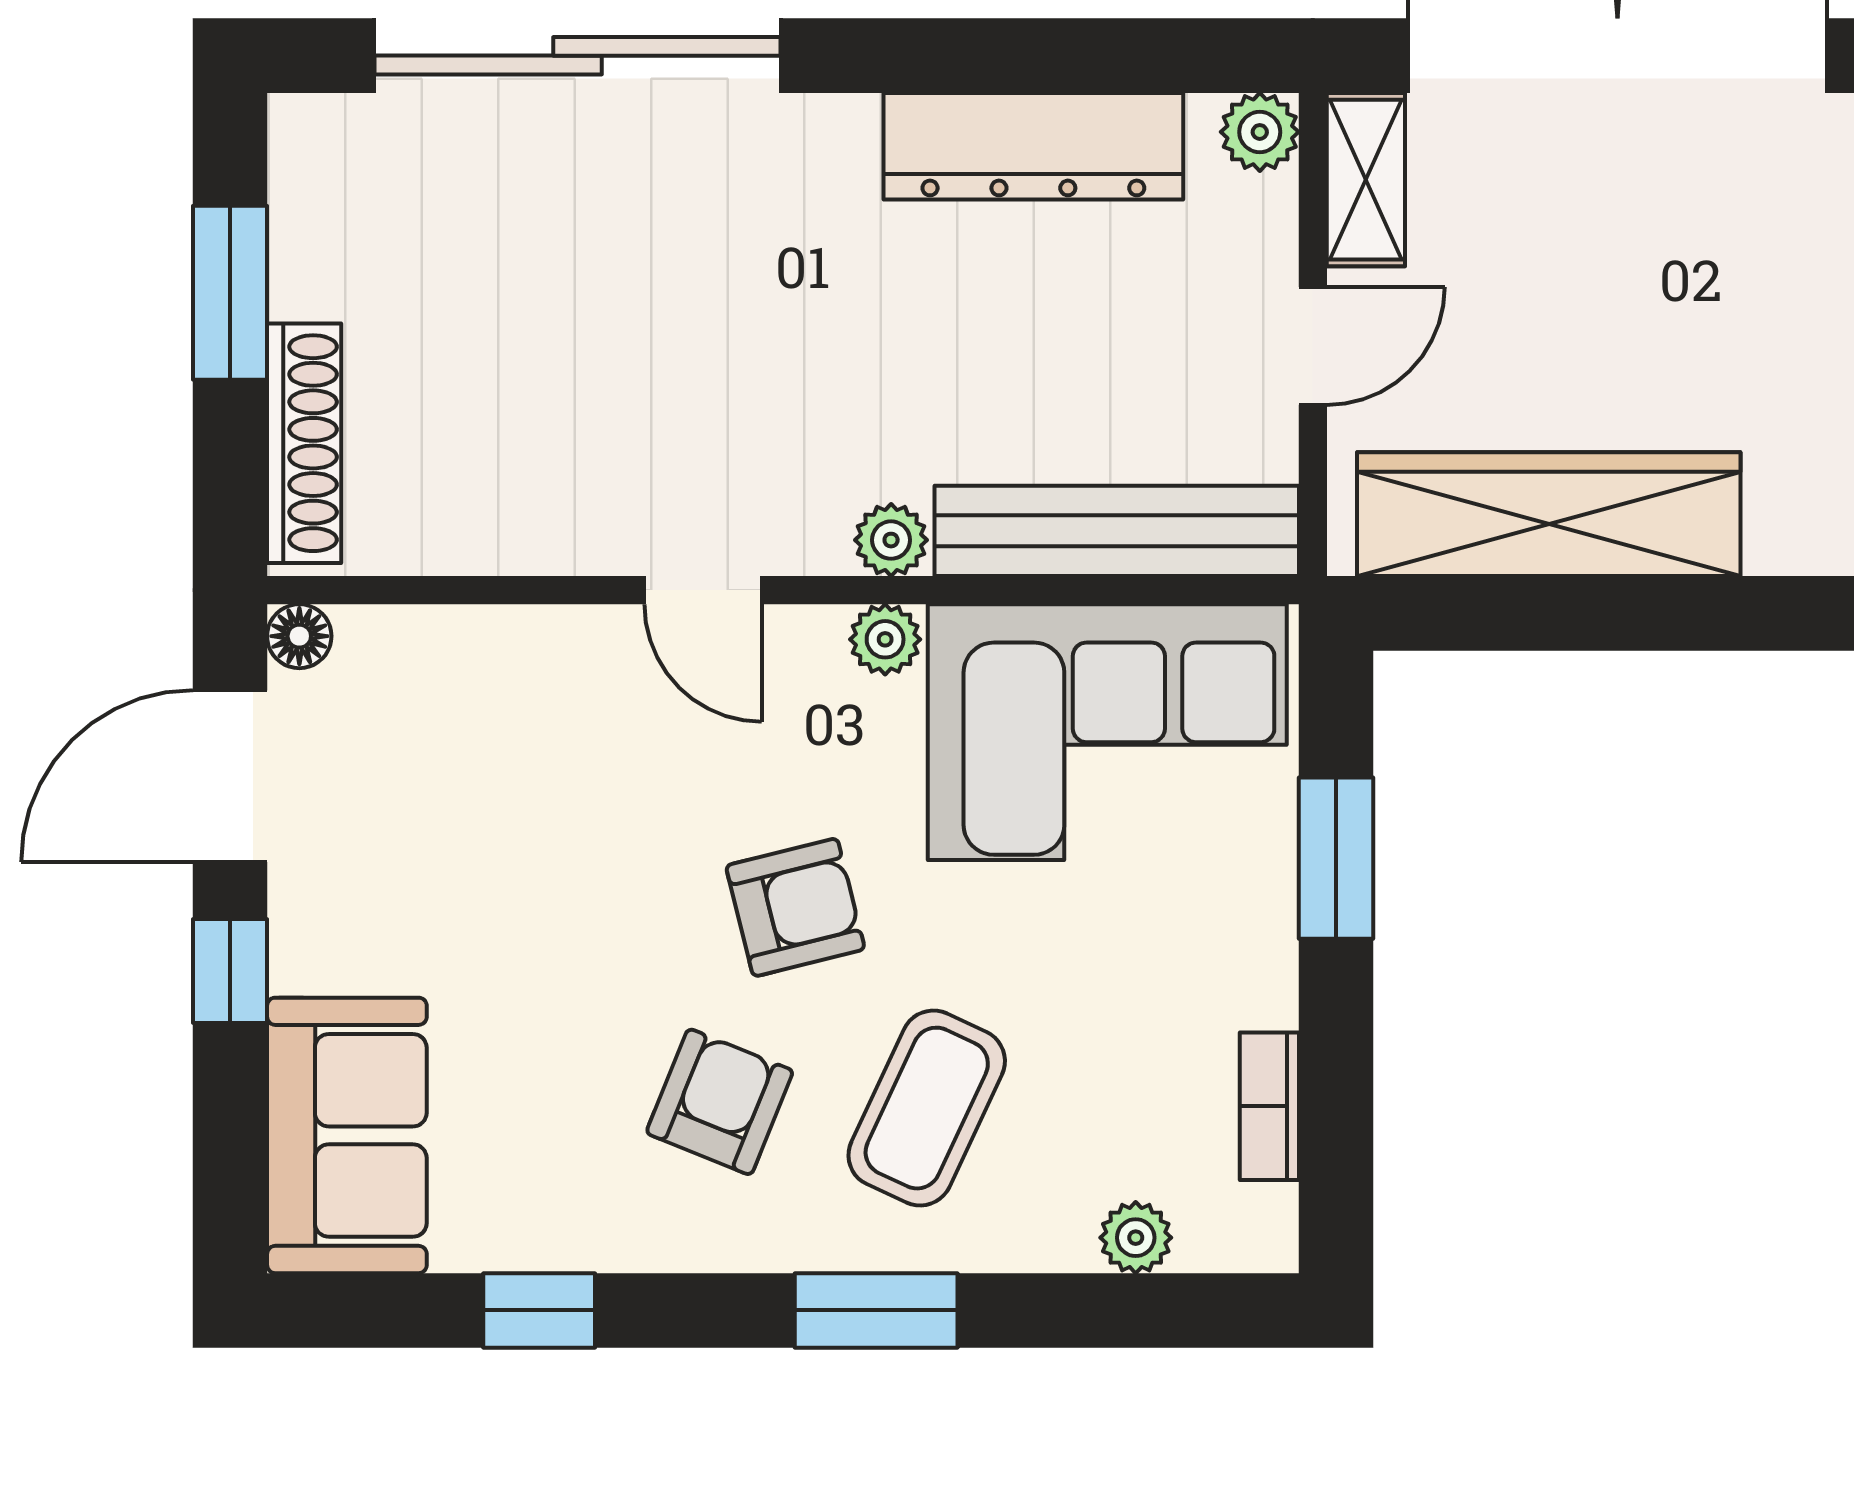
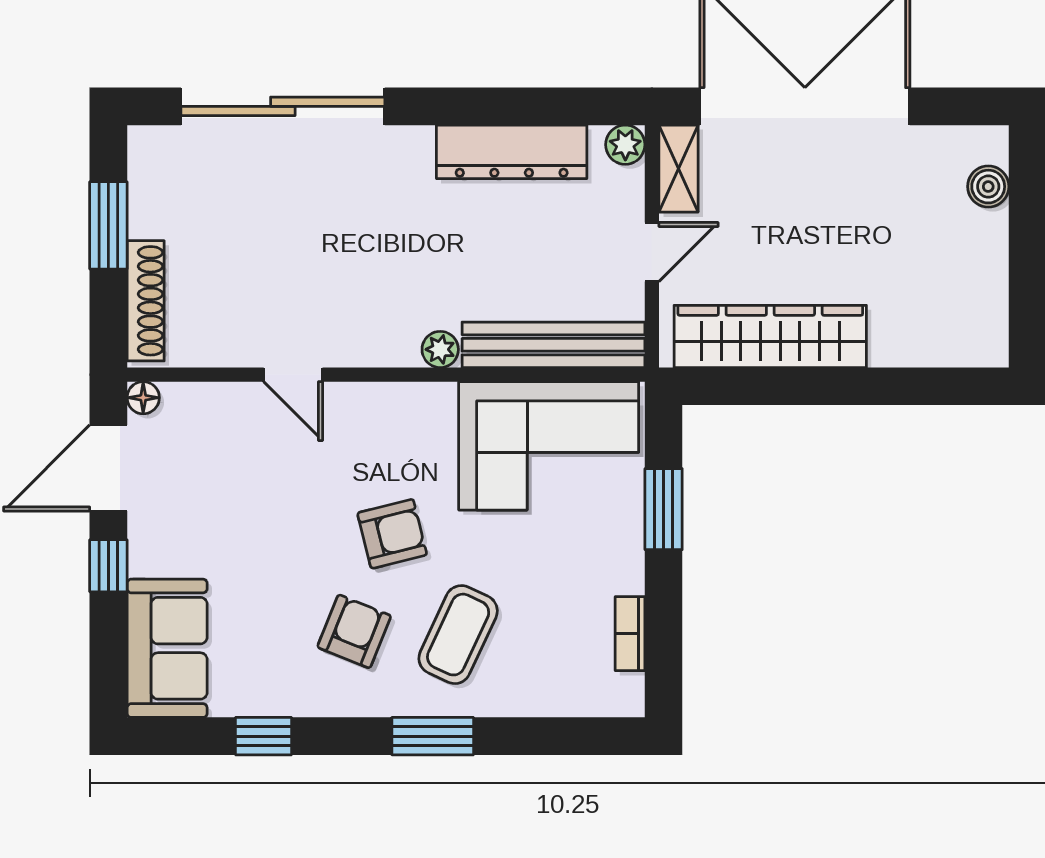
door: (703, 590) -> (293, 375), moved
plant: (885, 639) -> (437, 399), removed
plant: (1136, 1238) -> (563, 700), removed

